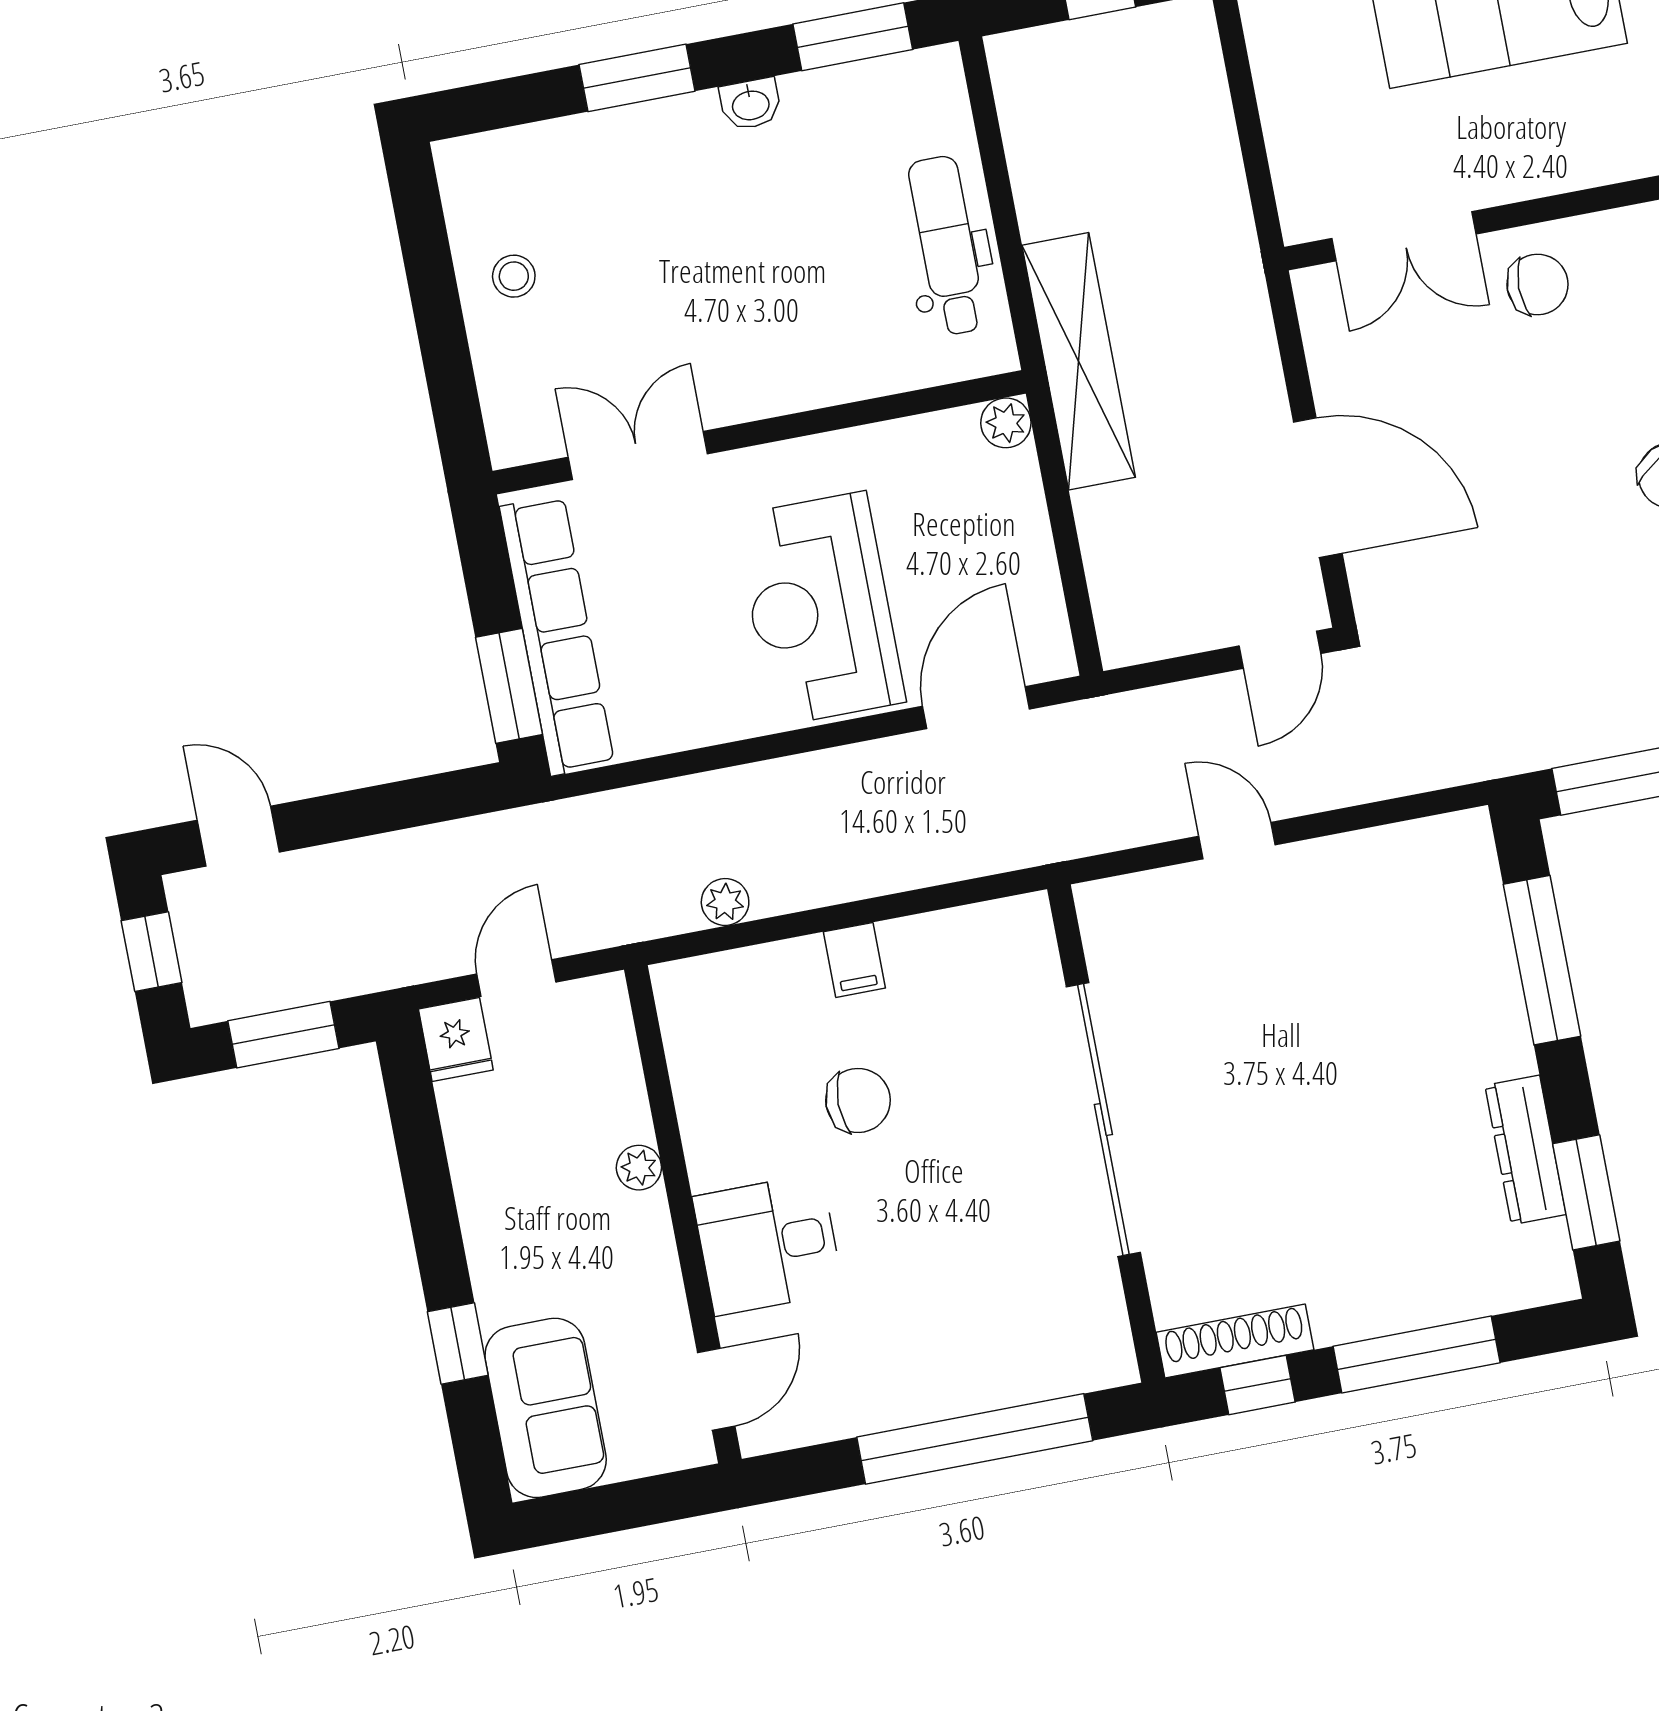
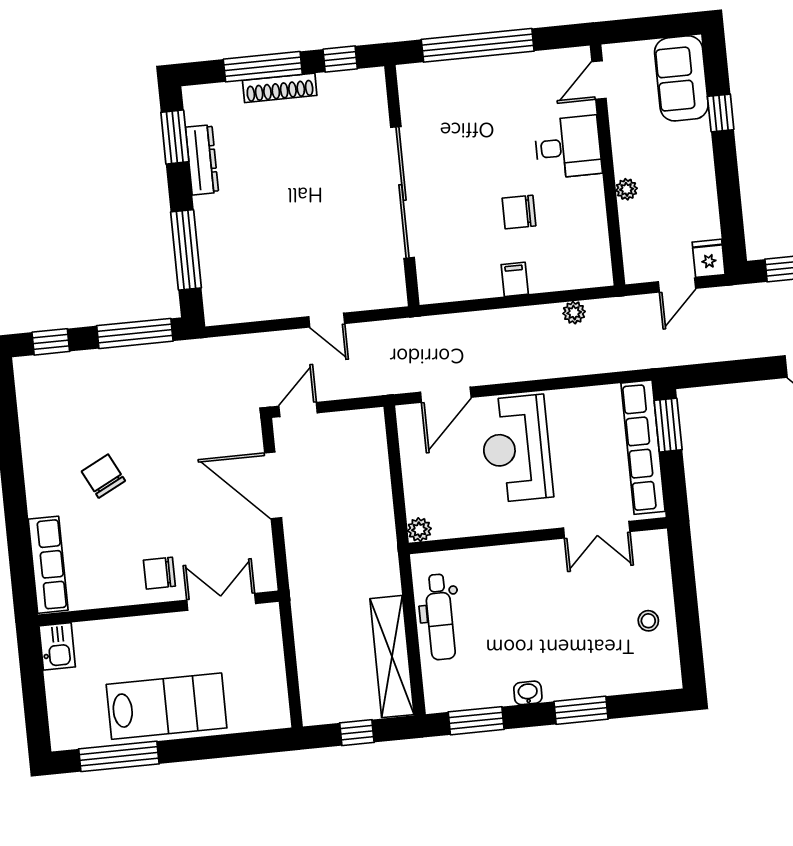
shelving: (1079, 361) -> (392, 657), moved
reception desk: (820, 609) -> (516, 449), turned 180
shoe rack: (1235, 1341) -> (280, 88), moved

